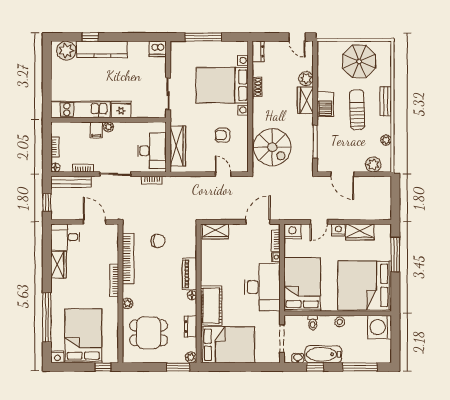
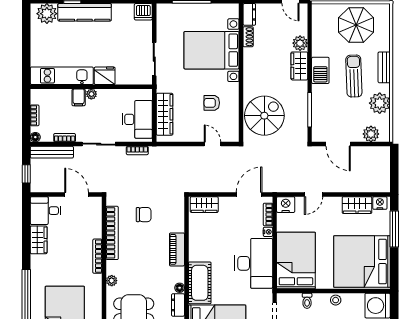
shoe rack: (257, 87) -> (248, 37), moved
plant: (386, 140) -> (380, 103), width x1.87, depth x1.87
spiral stairs: (272, 147) -> (264, 116), turned -90
nightstand: (338, 230) -> (380, 203), moved
floor lamp: (192, 295) -> (180, 288), moved

